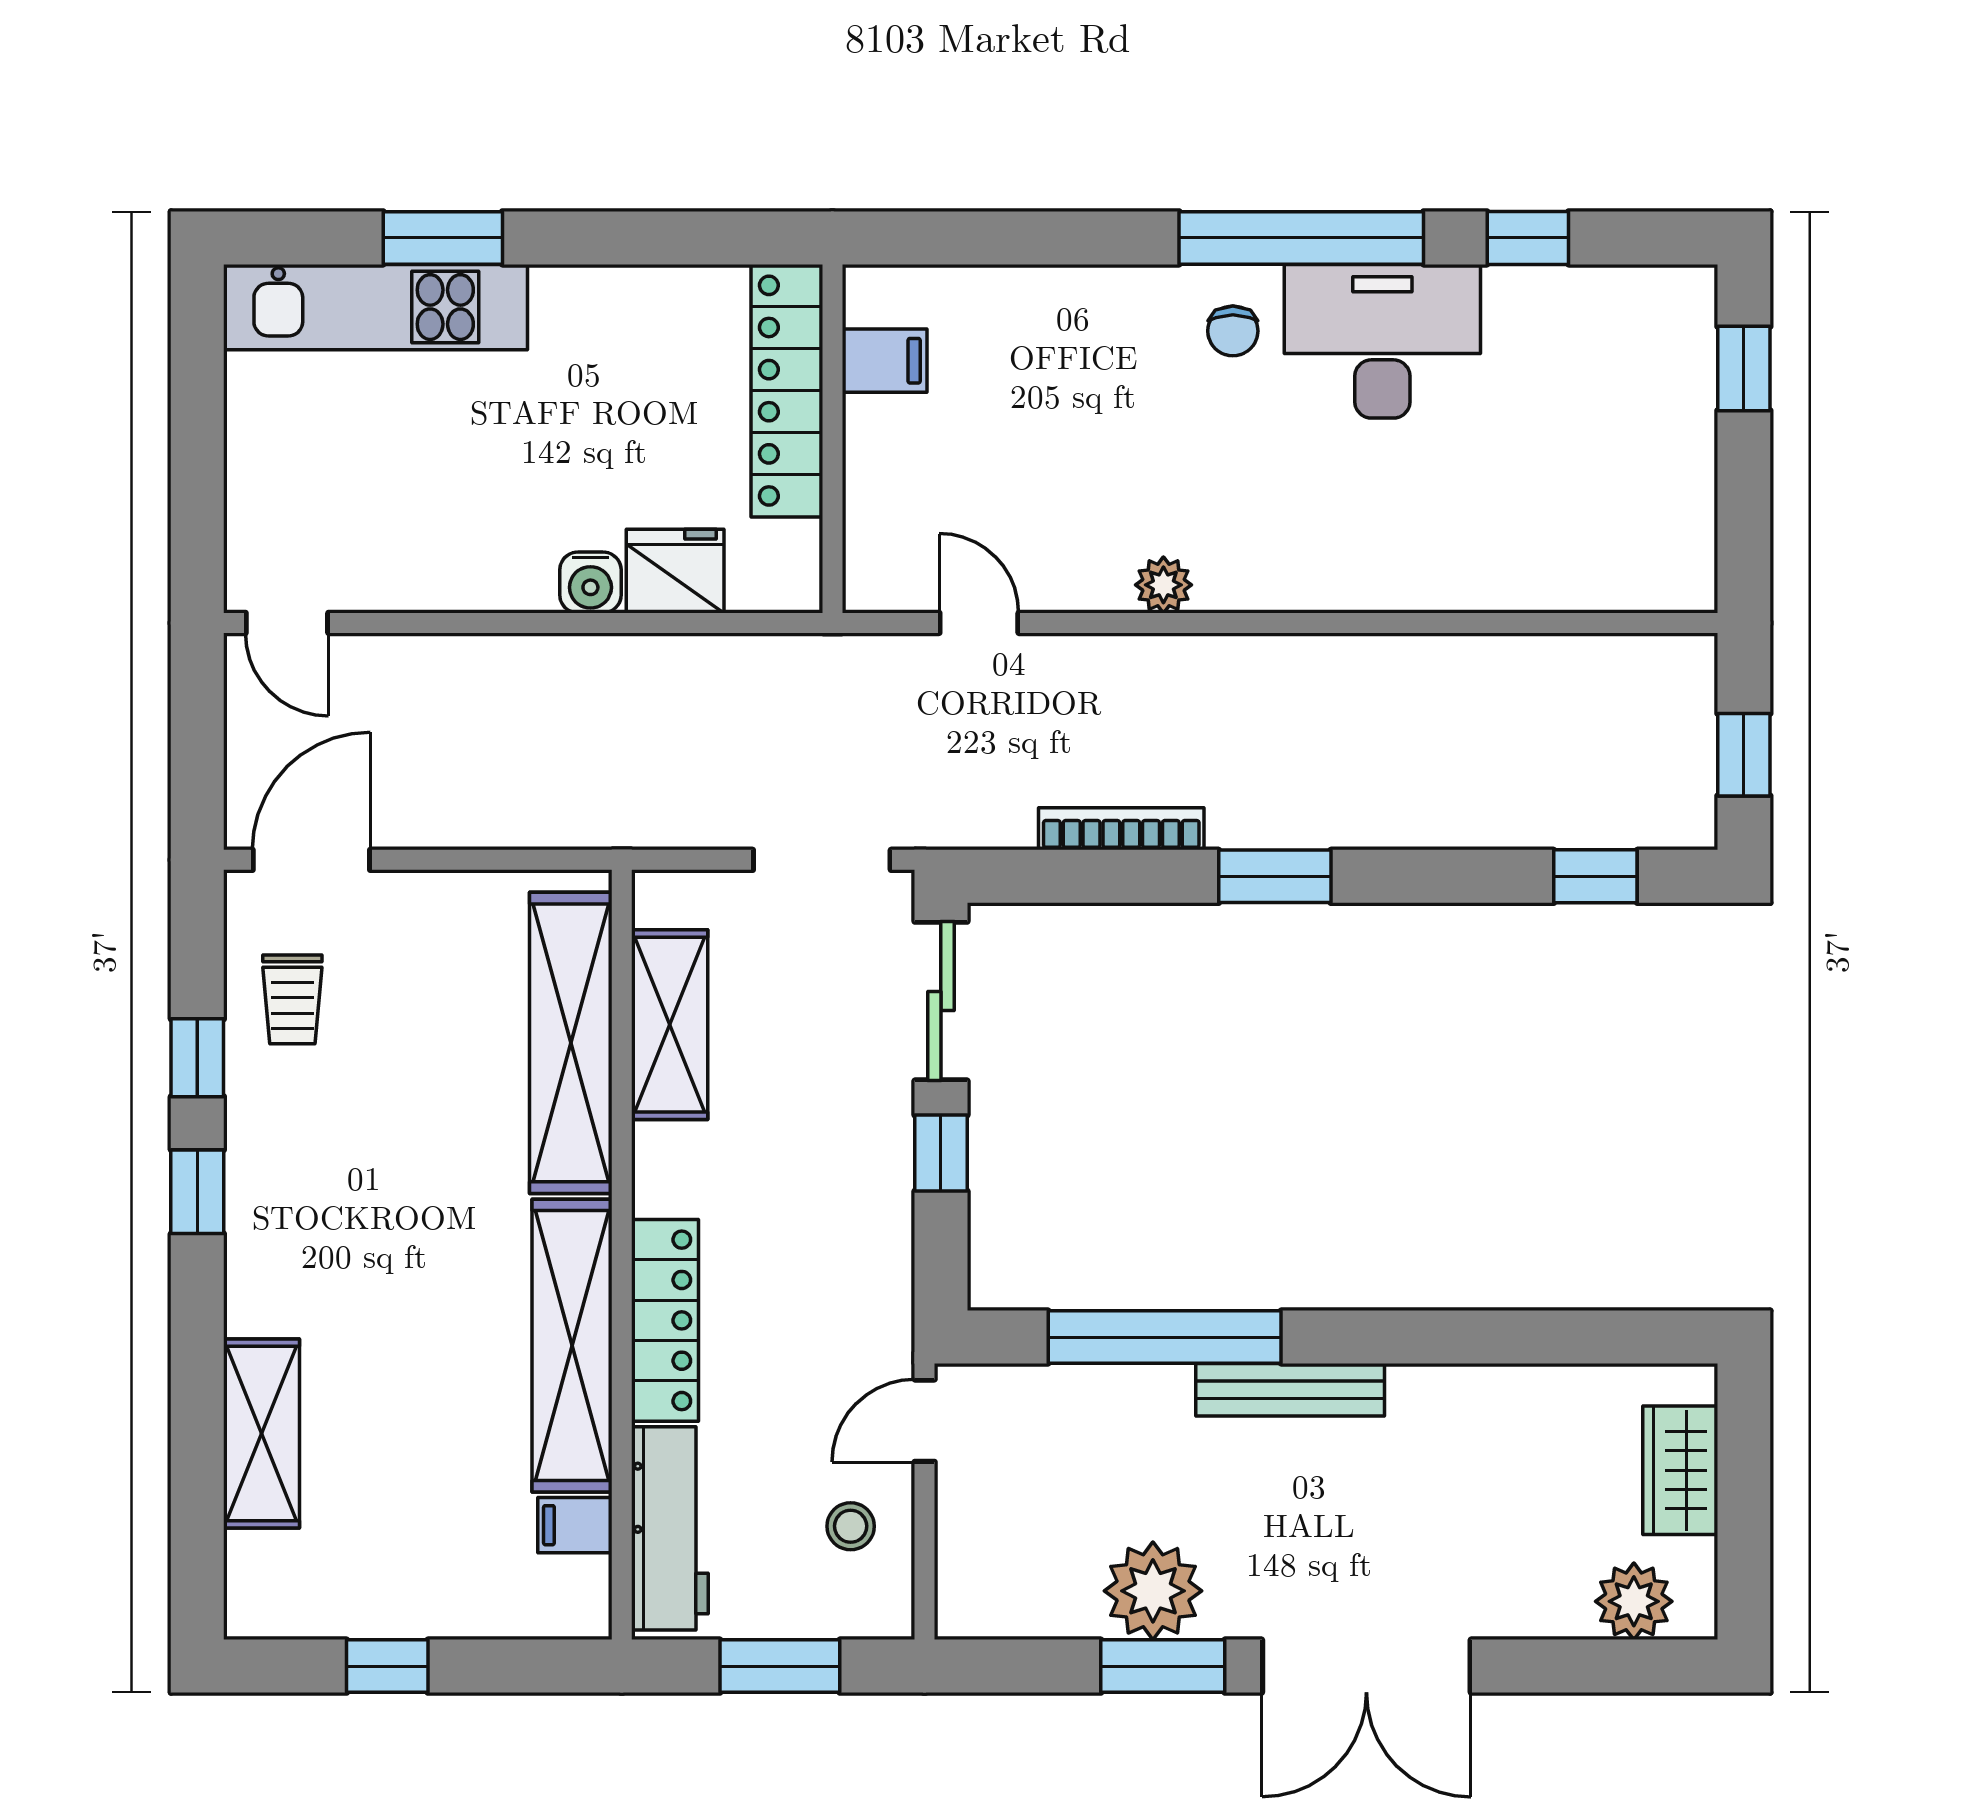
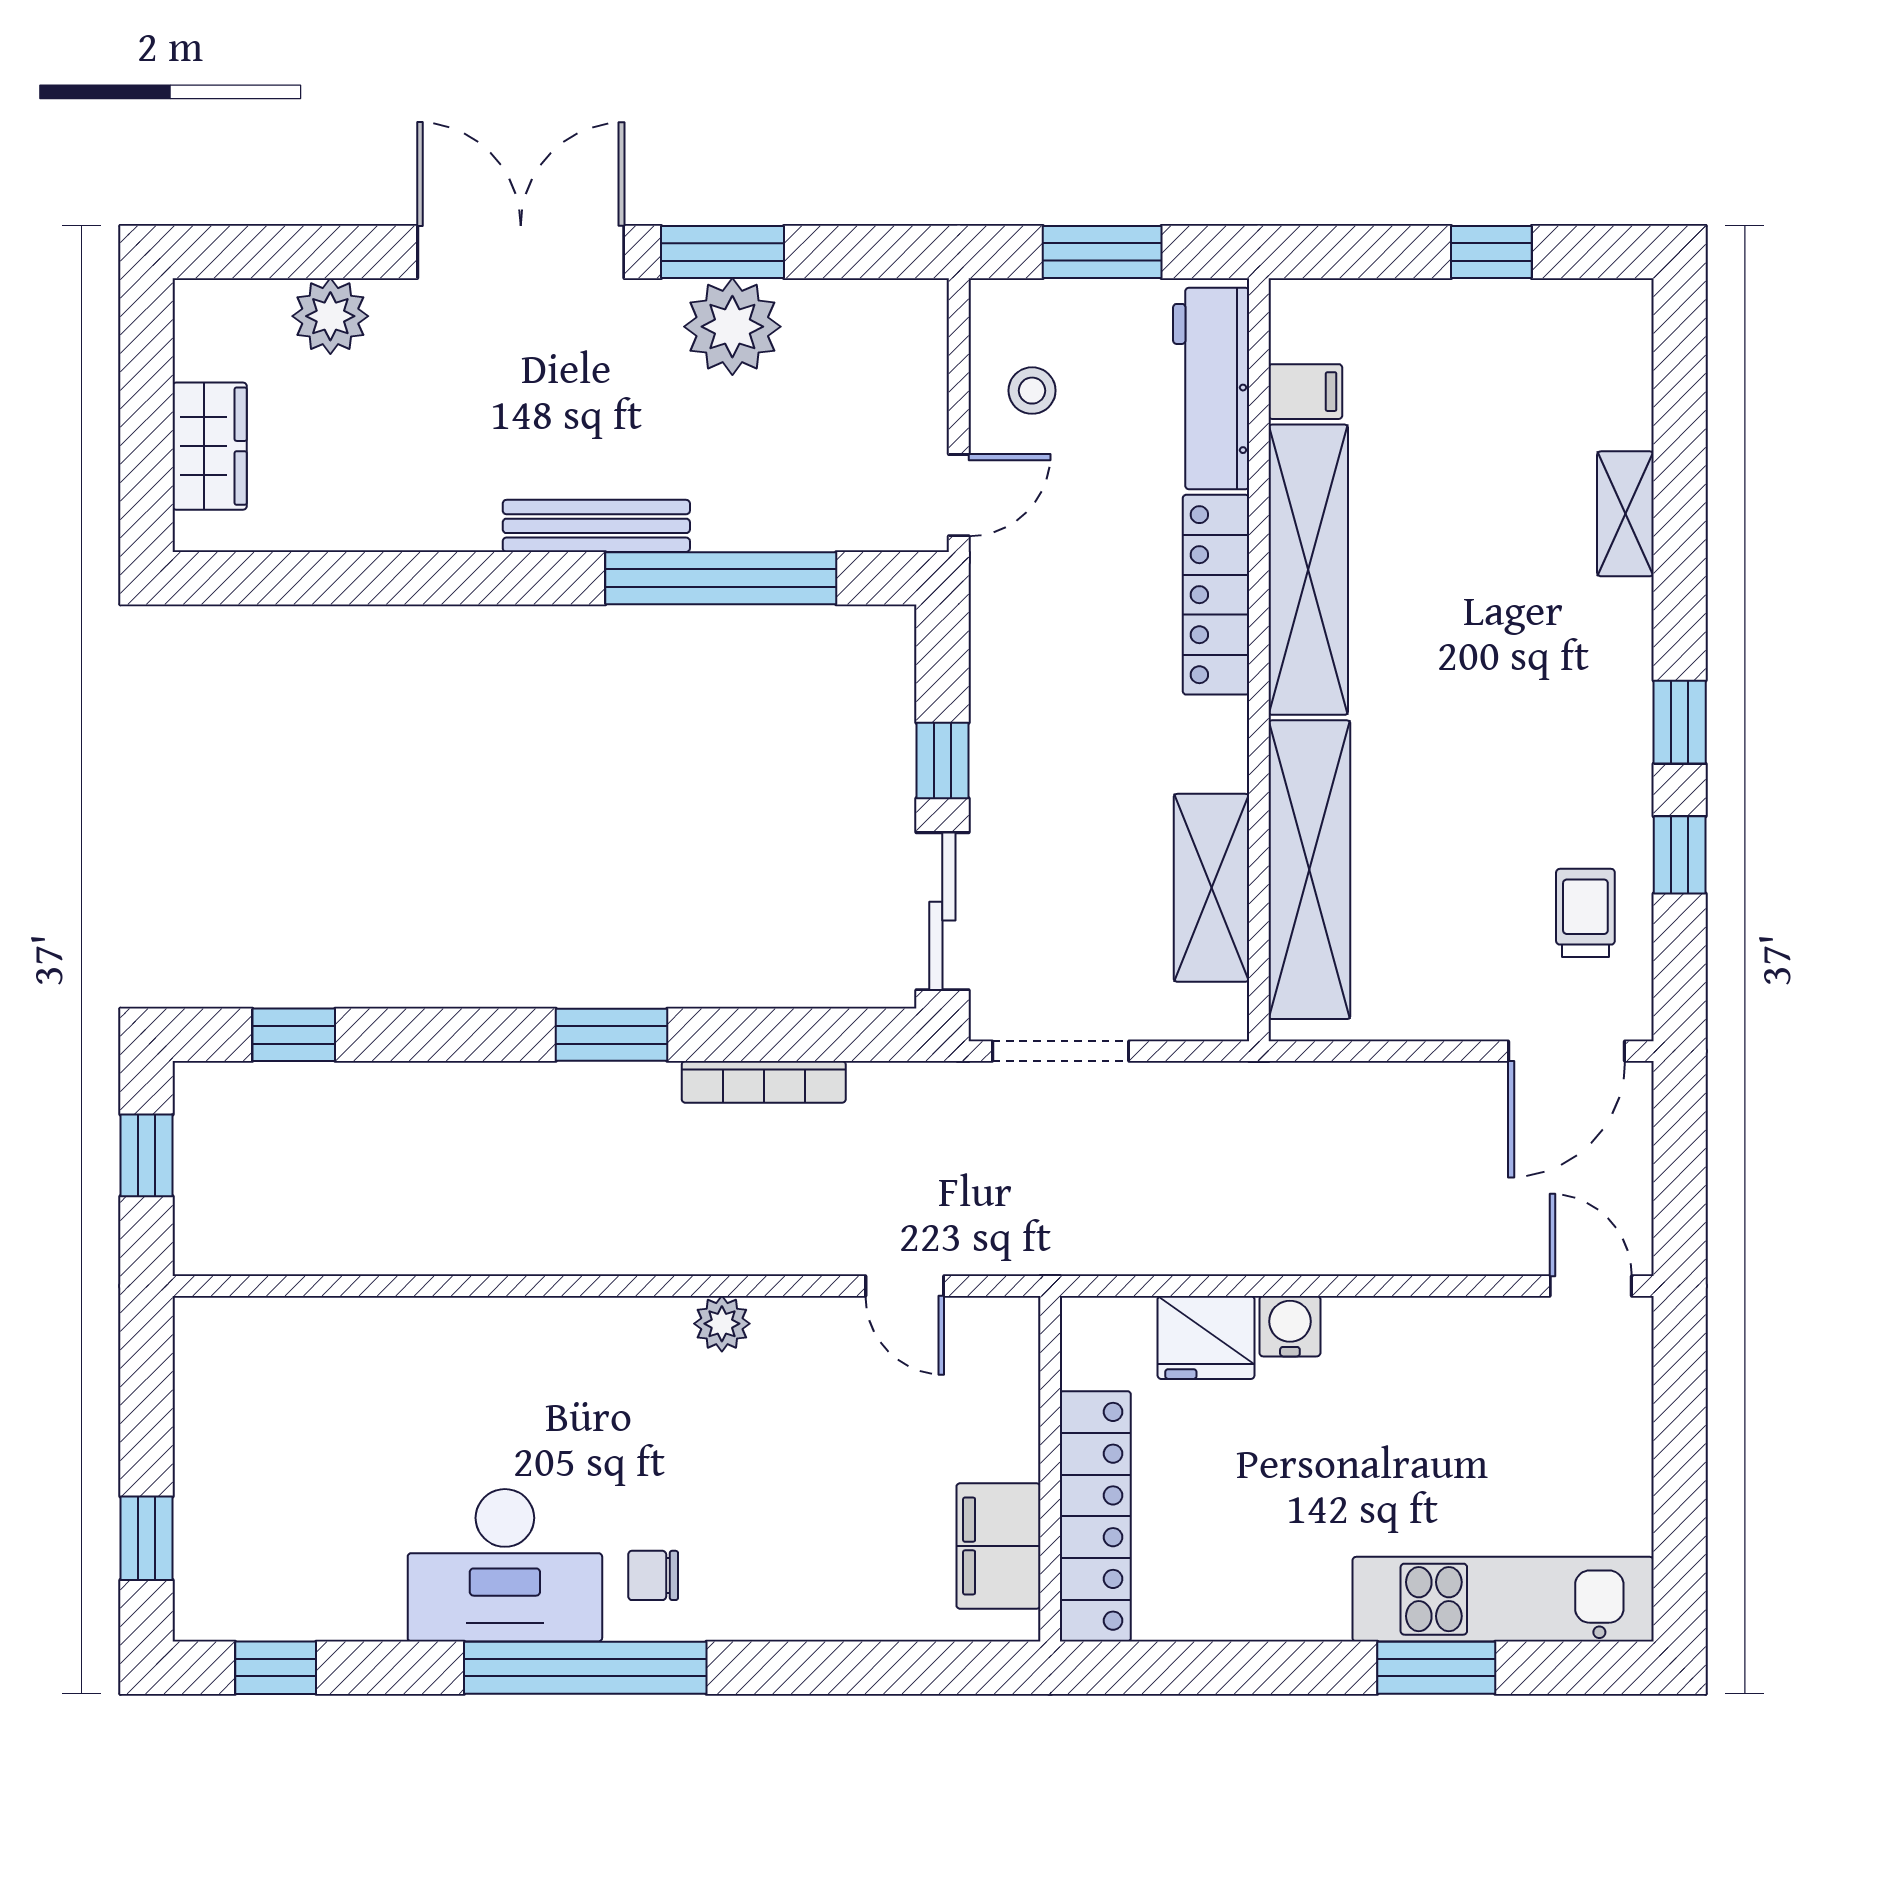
window: (1528, 238) -> (276, 1668), moved
chair: (1233, 331) -> (653, 1575), turned -90
filing cabinet: (885, 361) -> (998, 1546), width x2.00
shelving: (262, 1433) -> (1625, 514), width x0.67, depth x0.75
plant: (1634, 1601) -> (330, 316), moved

